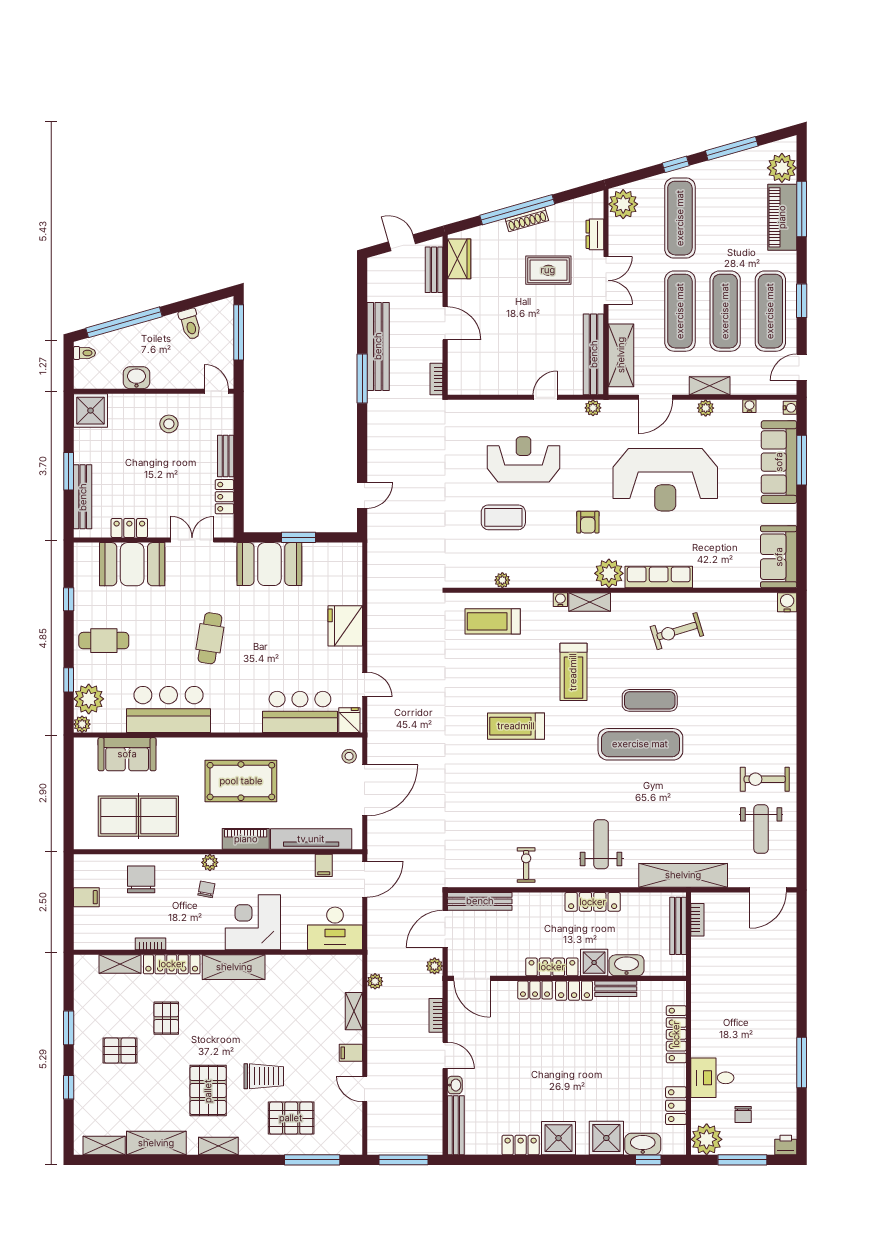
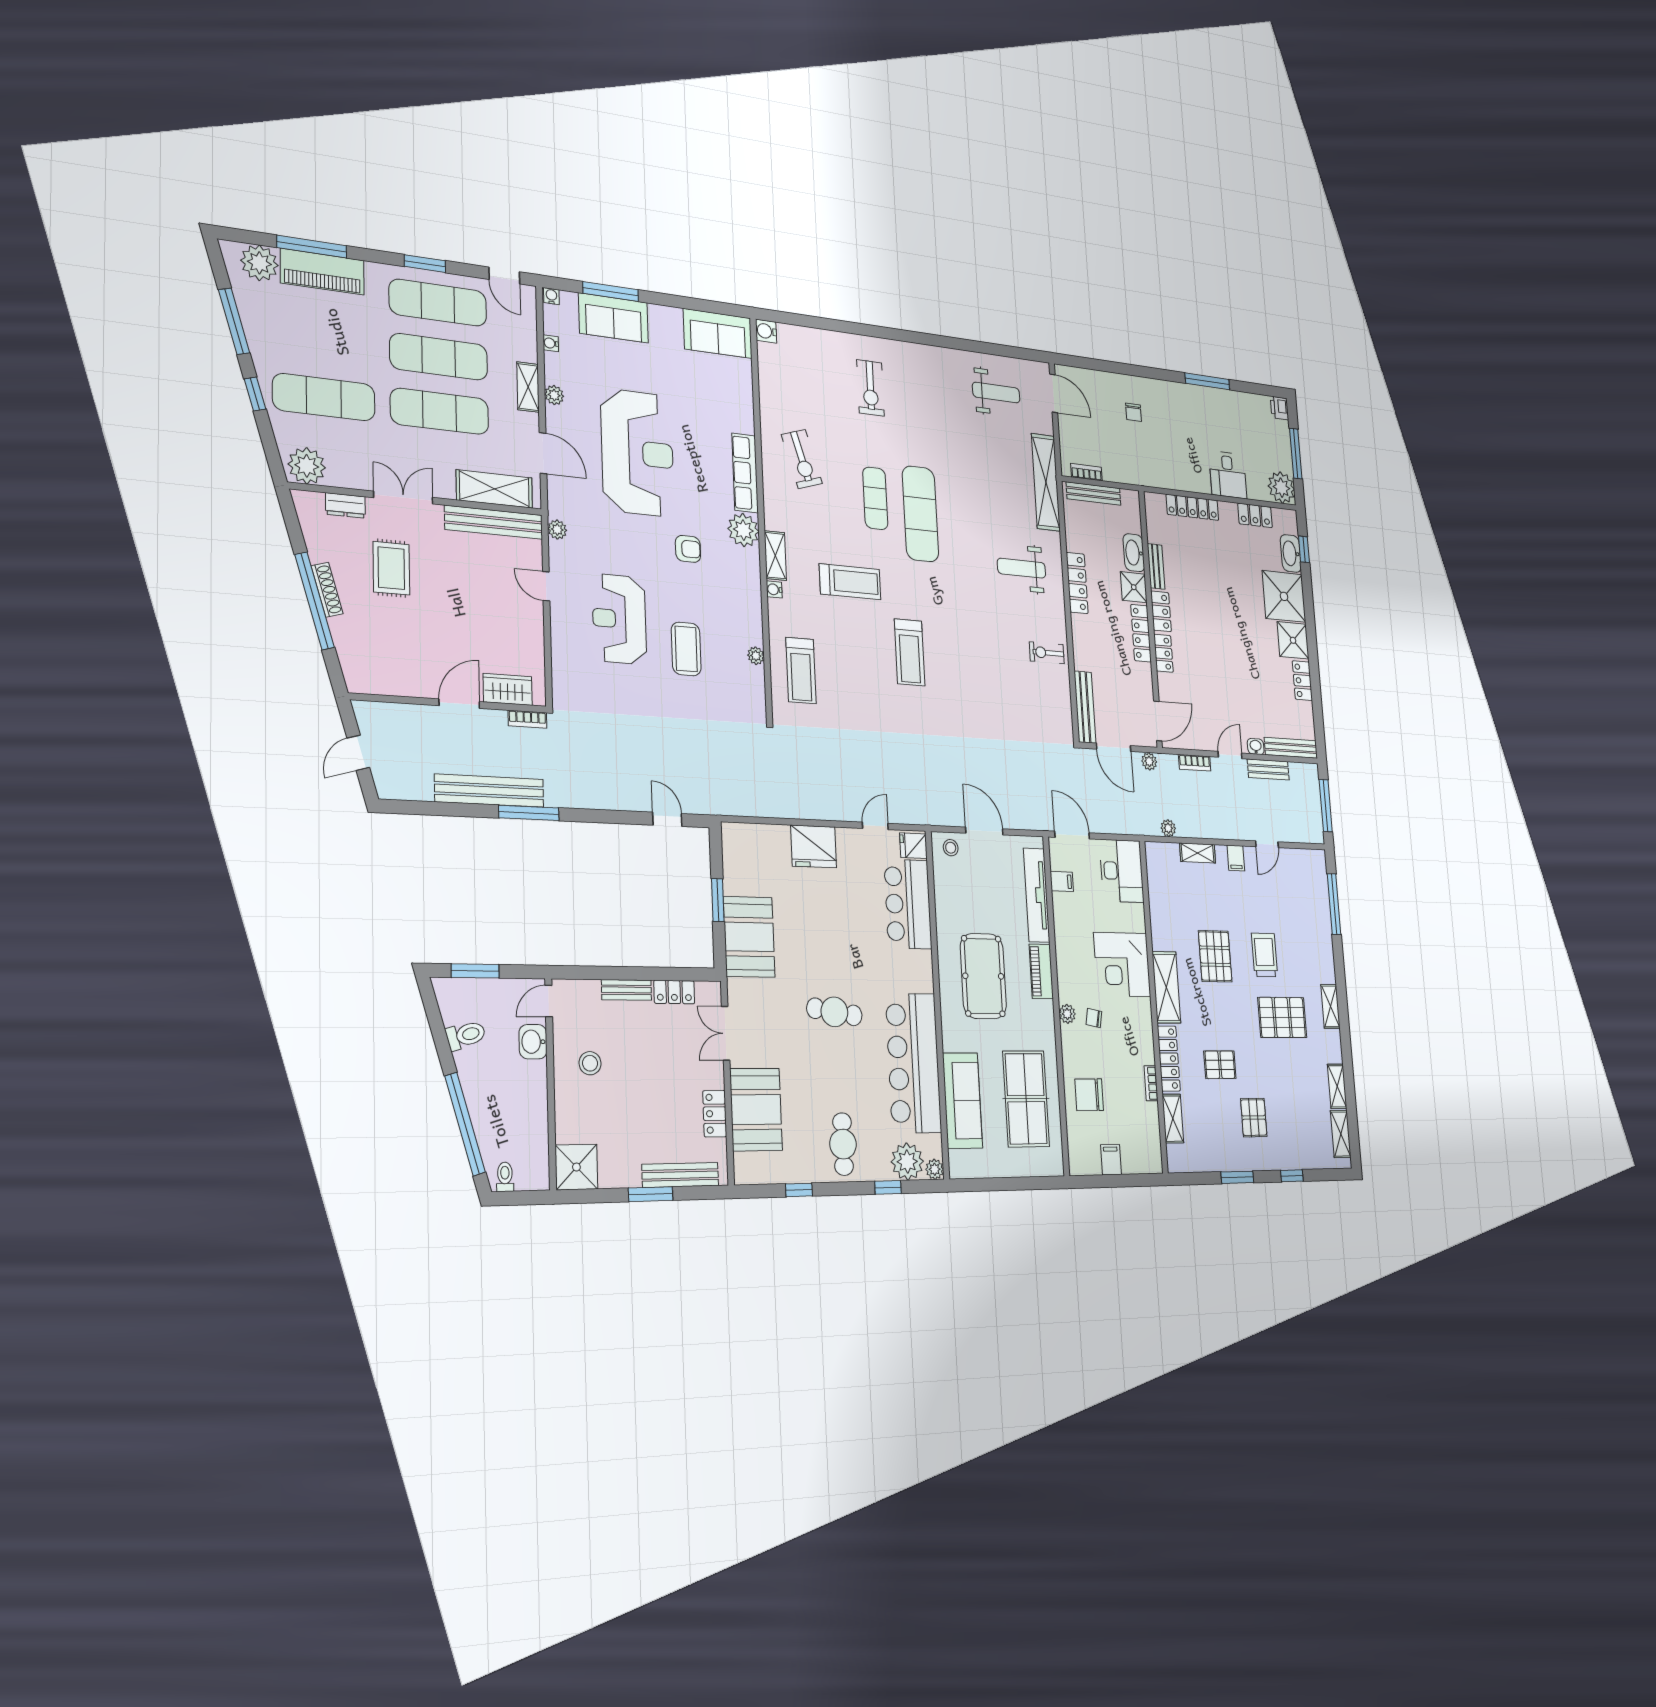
wardrobe: (459, 259) -> (508, 689), moved
bench: (434, 270) -> (1268, 770), moved
window: (239, 332) -> (475, 971), width x0.69
washbasin: (136, 378) -> (533, 1042), moved
sofa: (779, 462) -> (614, 318), width x0.73
bar counter: (169, 709) -> (913, 1063), width x1.36
sofa: (127, 754) -> (962, 1101), width x1.36
exercise bike: (765, 779) -> (870, 388), moved
door: (365, 790) -> (984, 831), width x0.73
chair: (743, 1115) -> (1134, 412), moved, turned 90
pallet: (291, 1118) -> (1215, 956), moved
shower: (606, 1138) -> (1284, 596), width x1.37, depth x1.37
shelving: (156, 1143) -> (1337, 1086), width x0.67, depth x0.75

